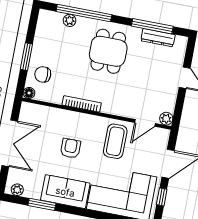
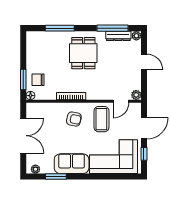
window: (84, 13) -> (60, 28), width x0.68
plant: (70, 20) -> (136, 36), moved
window: (26, 57) -> (23, 80), moved
armchair: (71, 148) -> (74, 119), moved, turned 102

